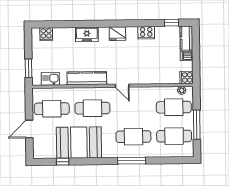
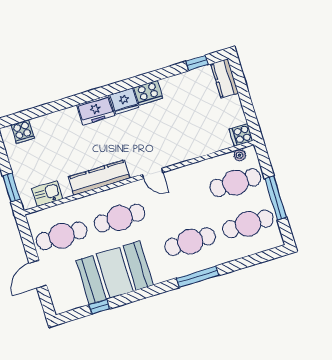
cooker: (146, 33) -> (148, 93), moved
freezer: (87, 34) -> (96, 110), moved
dishwasher: (187, 56) -> (232, 104), removed

